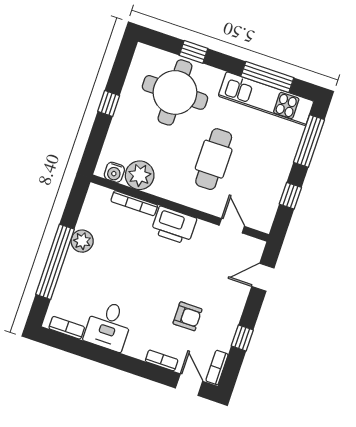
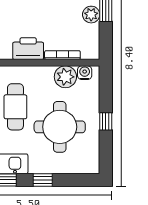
window: (193, 52) -> (43, 180), moved
round table: (175, 92) -> (60, 127), moved

